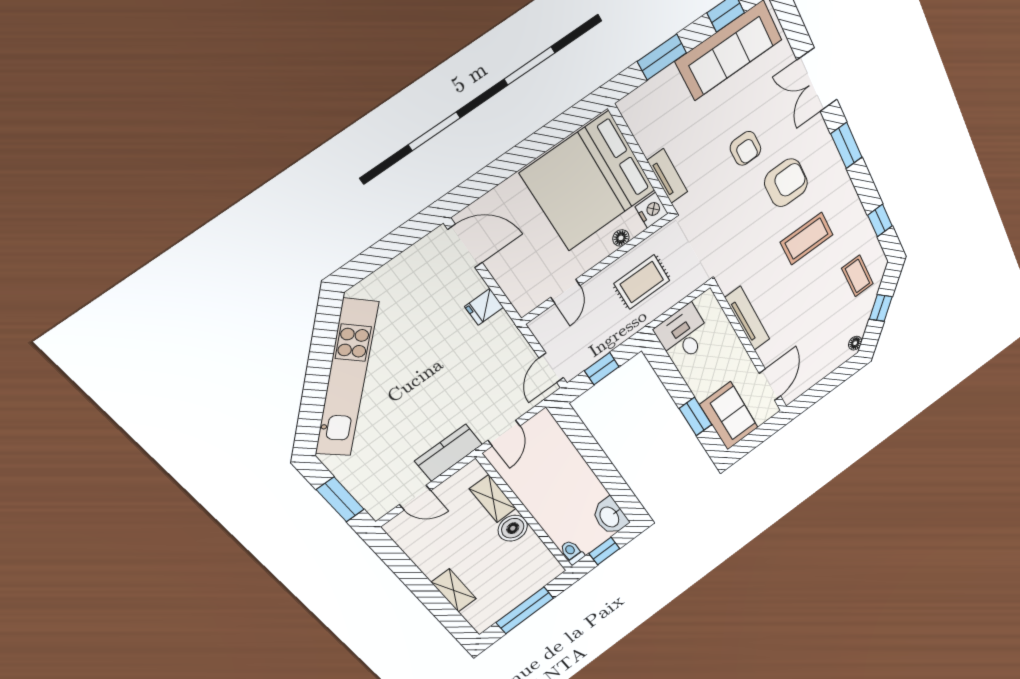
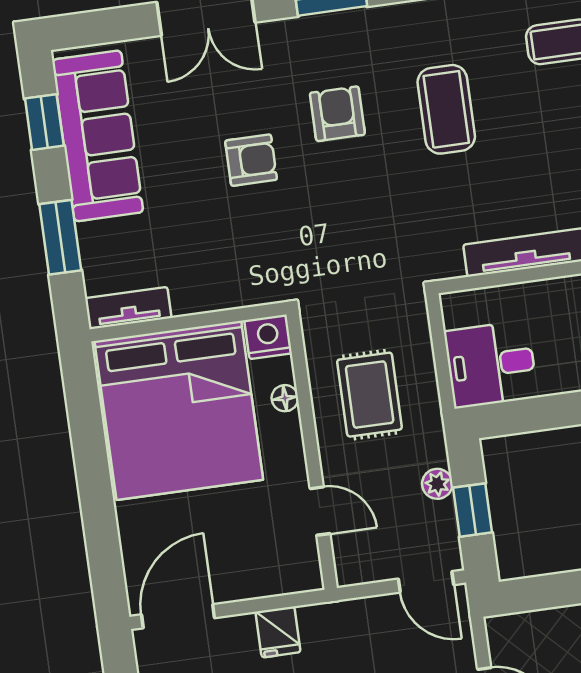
tv unit: (667, 176) -> (128, 308), moved
armchair: (786, 183) -> (337, 114), width x0.72, depth x0.72
plant: (608, 343) -> (437, 484), added

